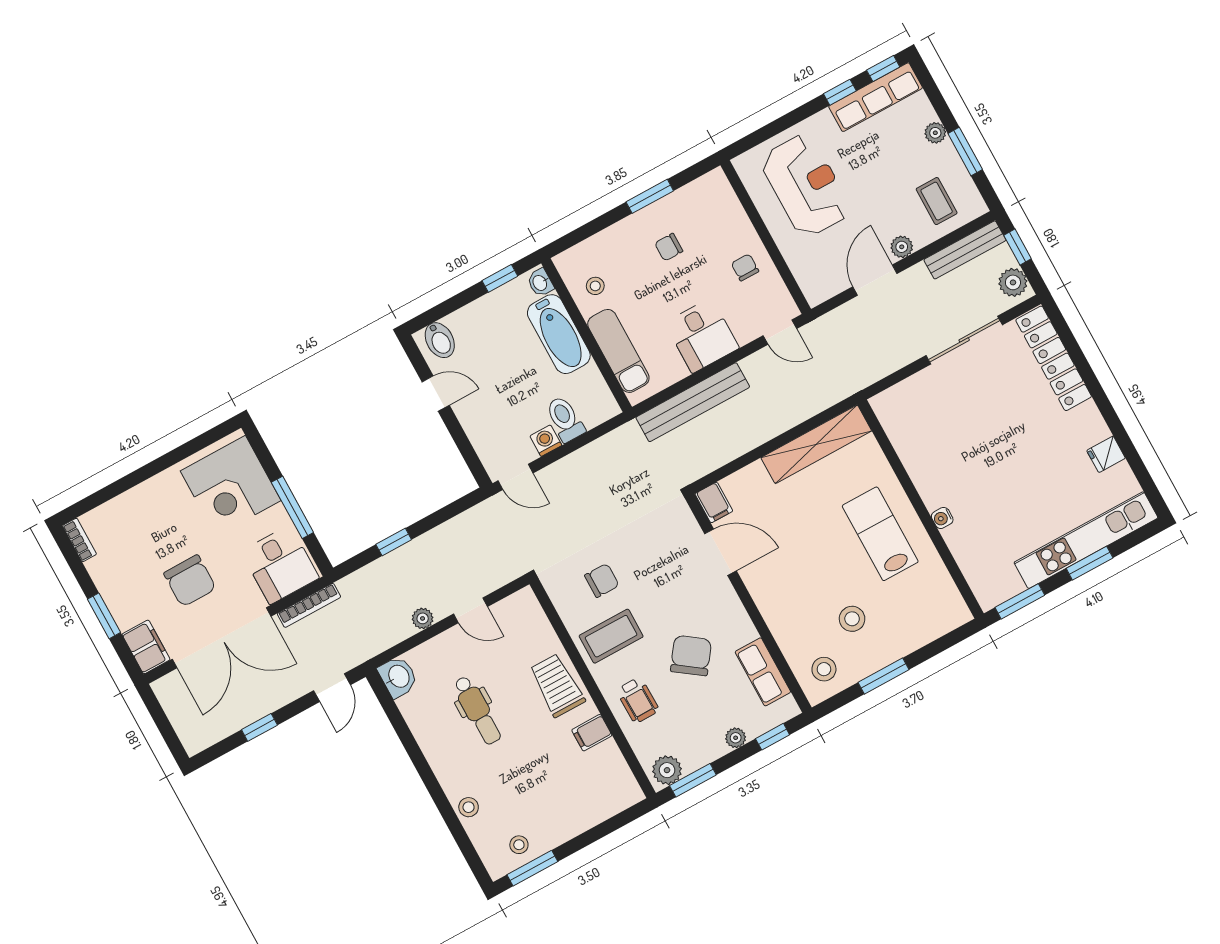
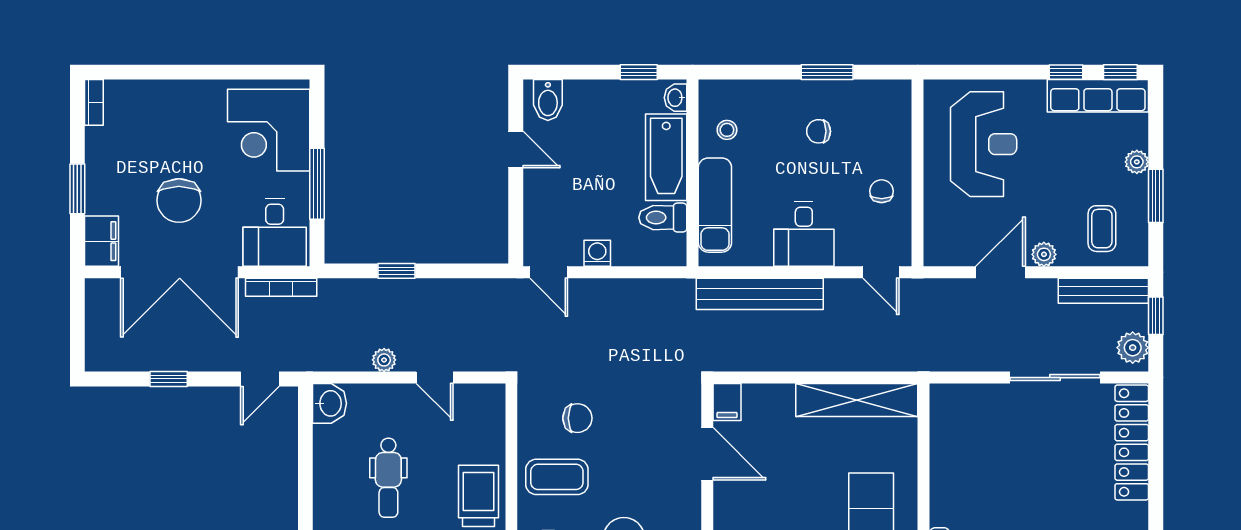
toilet: (565, 419) -> (663, 218), moved, turned -90

